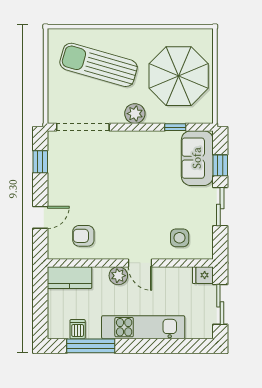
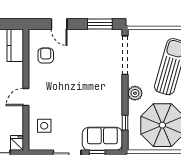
window: (40, 162) -> (100, 24), width x1.50
plant: (118, 276) -> (17, 81), removed

